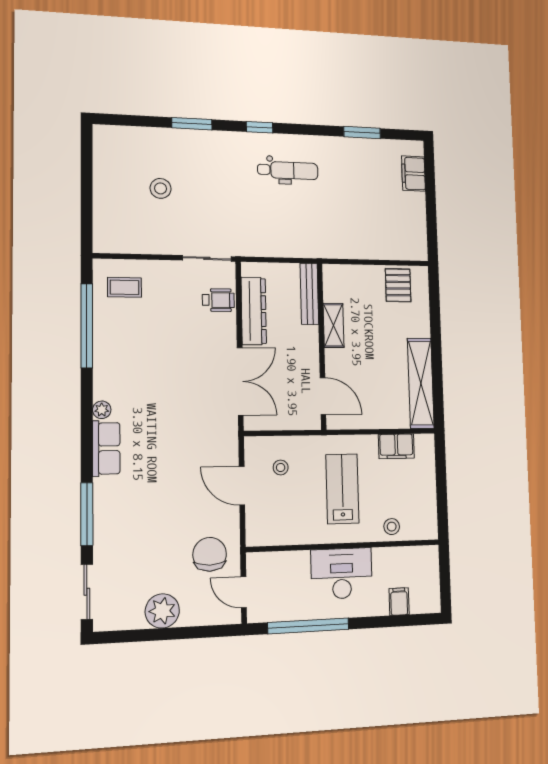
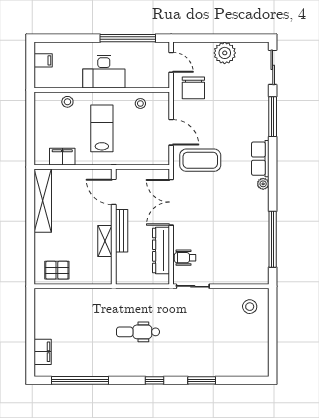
window: (362, 132) -> (80, 380), width x2.11
dental chair: (288, 170) -> (138, 332), moved
stool: (161, 188) -> (250, 307), moved
pallet: (398, 285) -> (57, 270), turned 90
coffee table: (125, 287) -> (200, 160), moved, width x1.86, depth x1.72
bench: (309, 294) -> (122, 231), moved
stool: (281, 467) -> (140, 103), moved
lab bench: (342, 489) -> (102, 128), turned 180
filing cabinet: (399, 602) -> (43, 60), moved, turned -90

